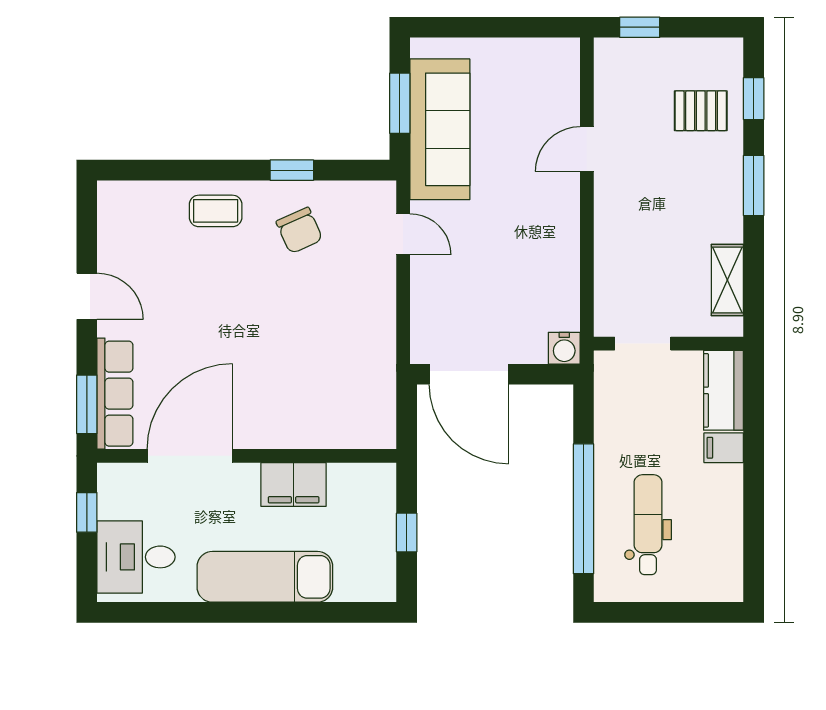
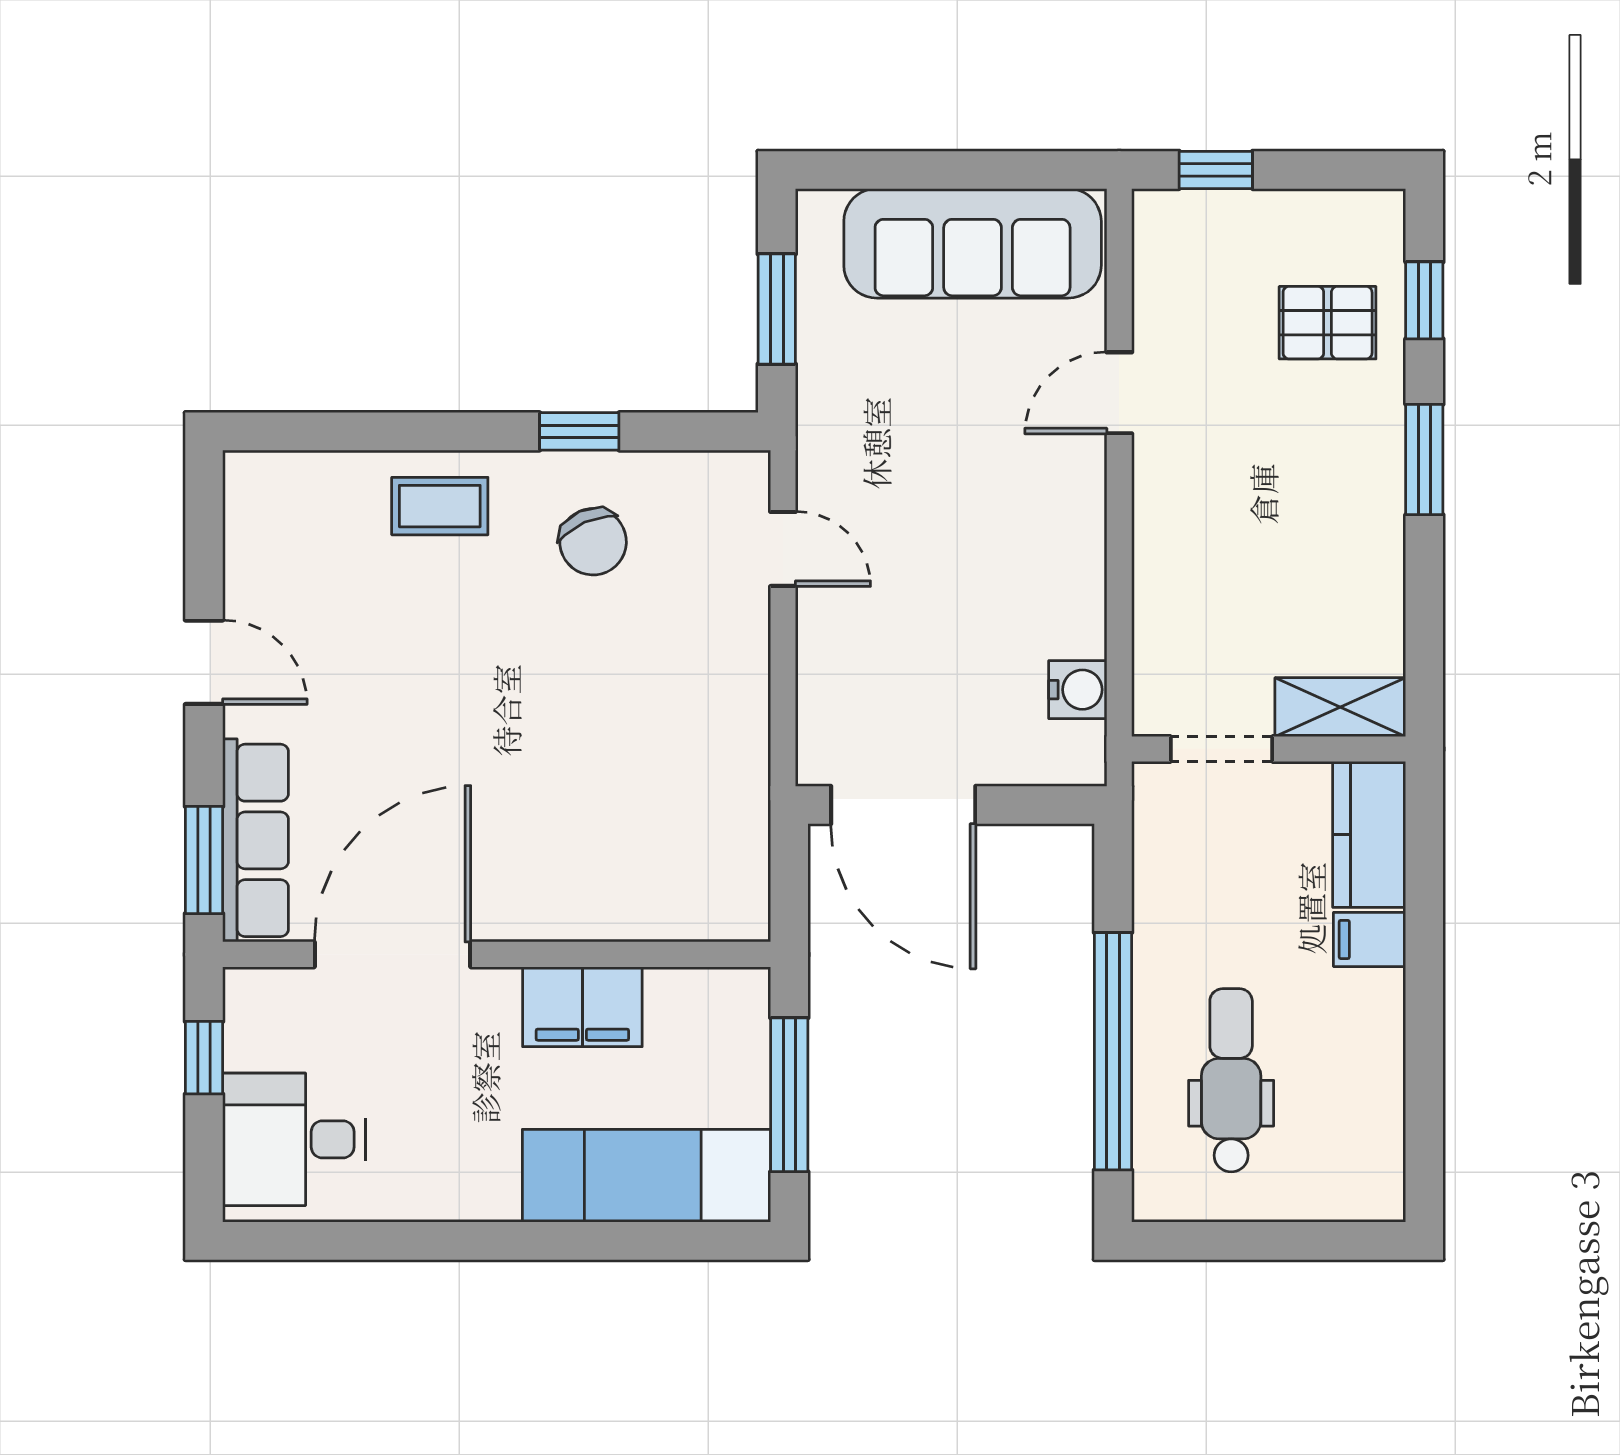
sofa: (440, 129) -> (973, 243), moved, turned 90
shelving: (727, 280) -> (1340, 707), moved, turned 90
water cooler: (564, 348) -> (1078, 690), moved, turned -90
window: (407, 533) -> (789, 1095), width x2.17
exam couch: (265, 577) -> (646, 1176), moved

